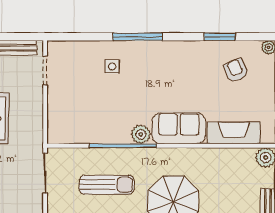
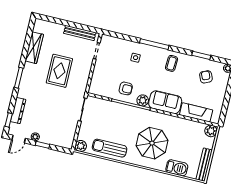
coffee table: (174, 62) -> (172, 63), added
armchair: (108, 121) -> (126, 88), added
sun lounger: (107, 185) -> (116, 125), removed

